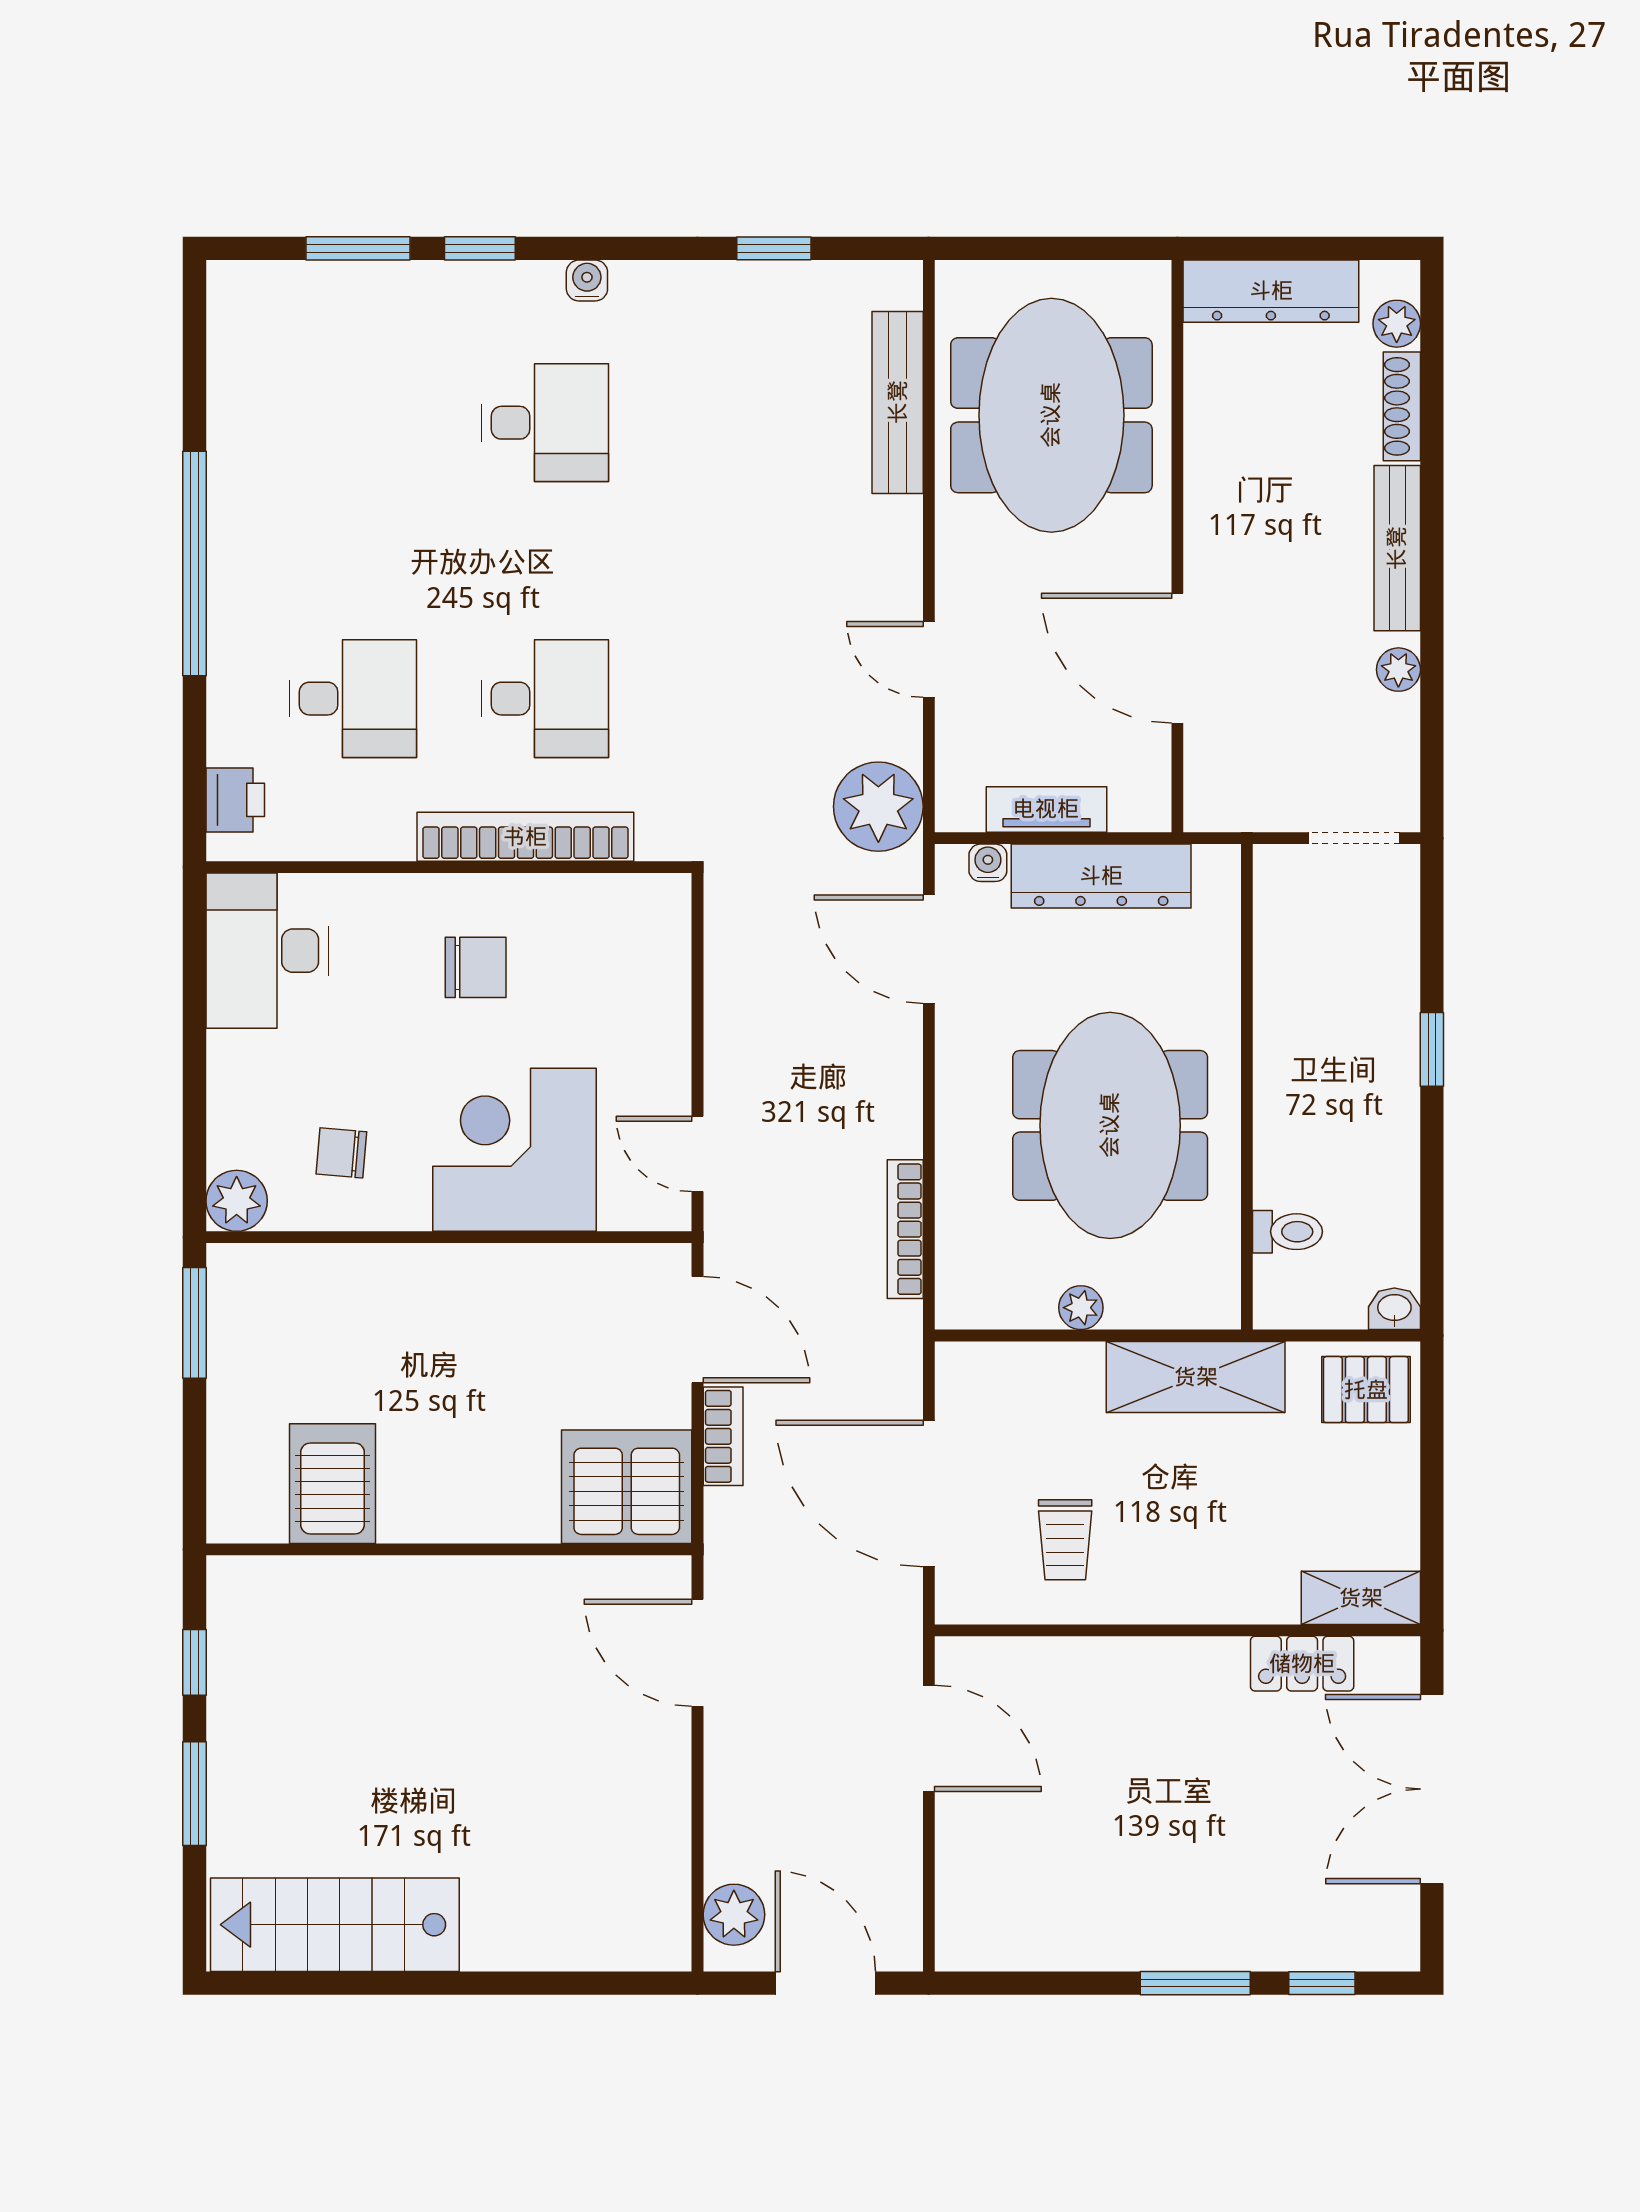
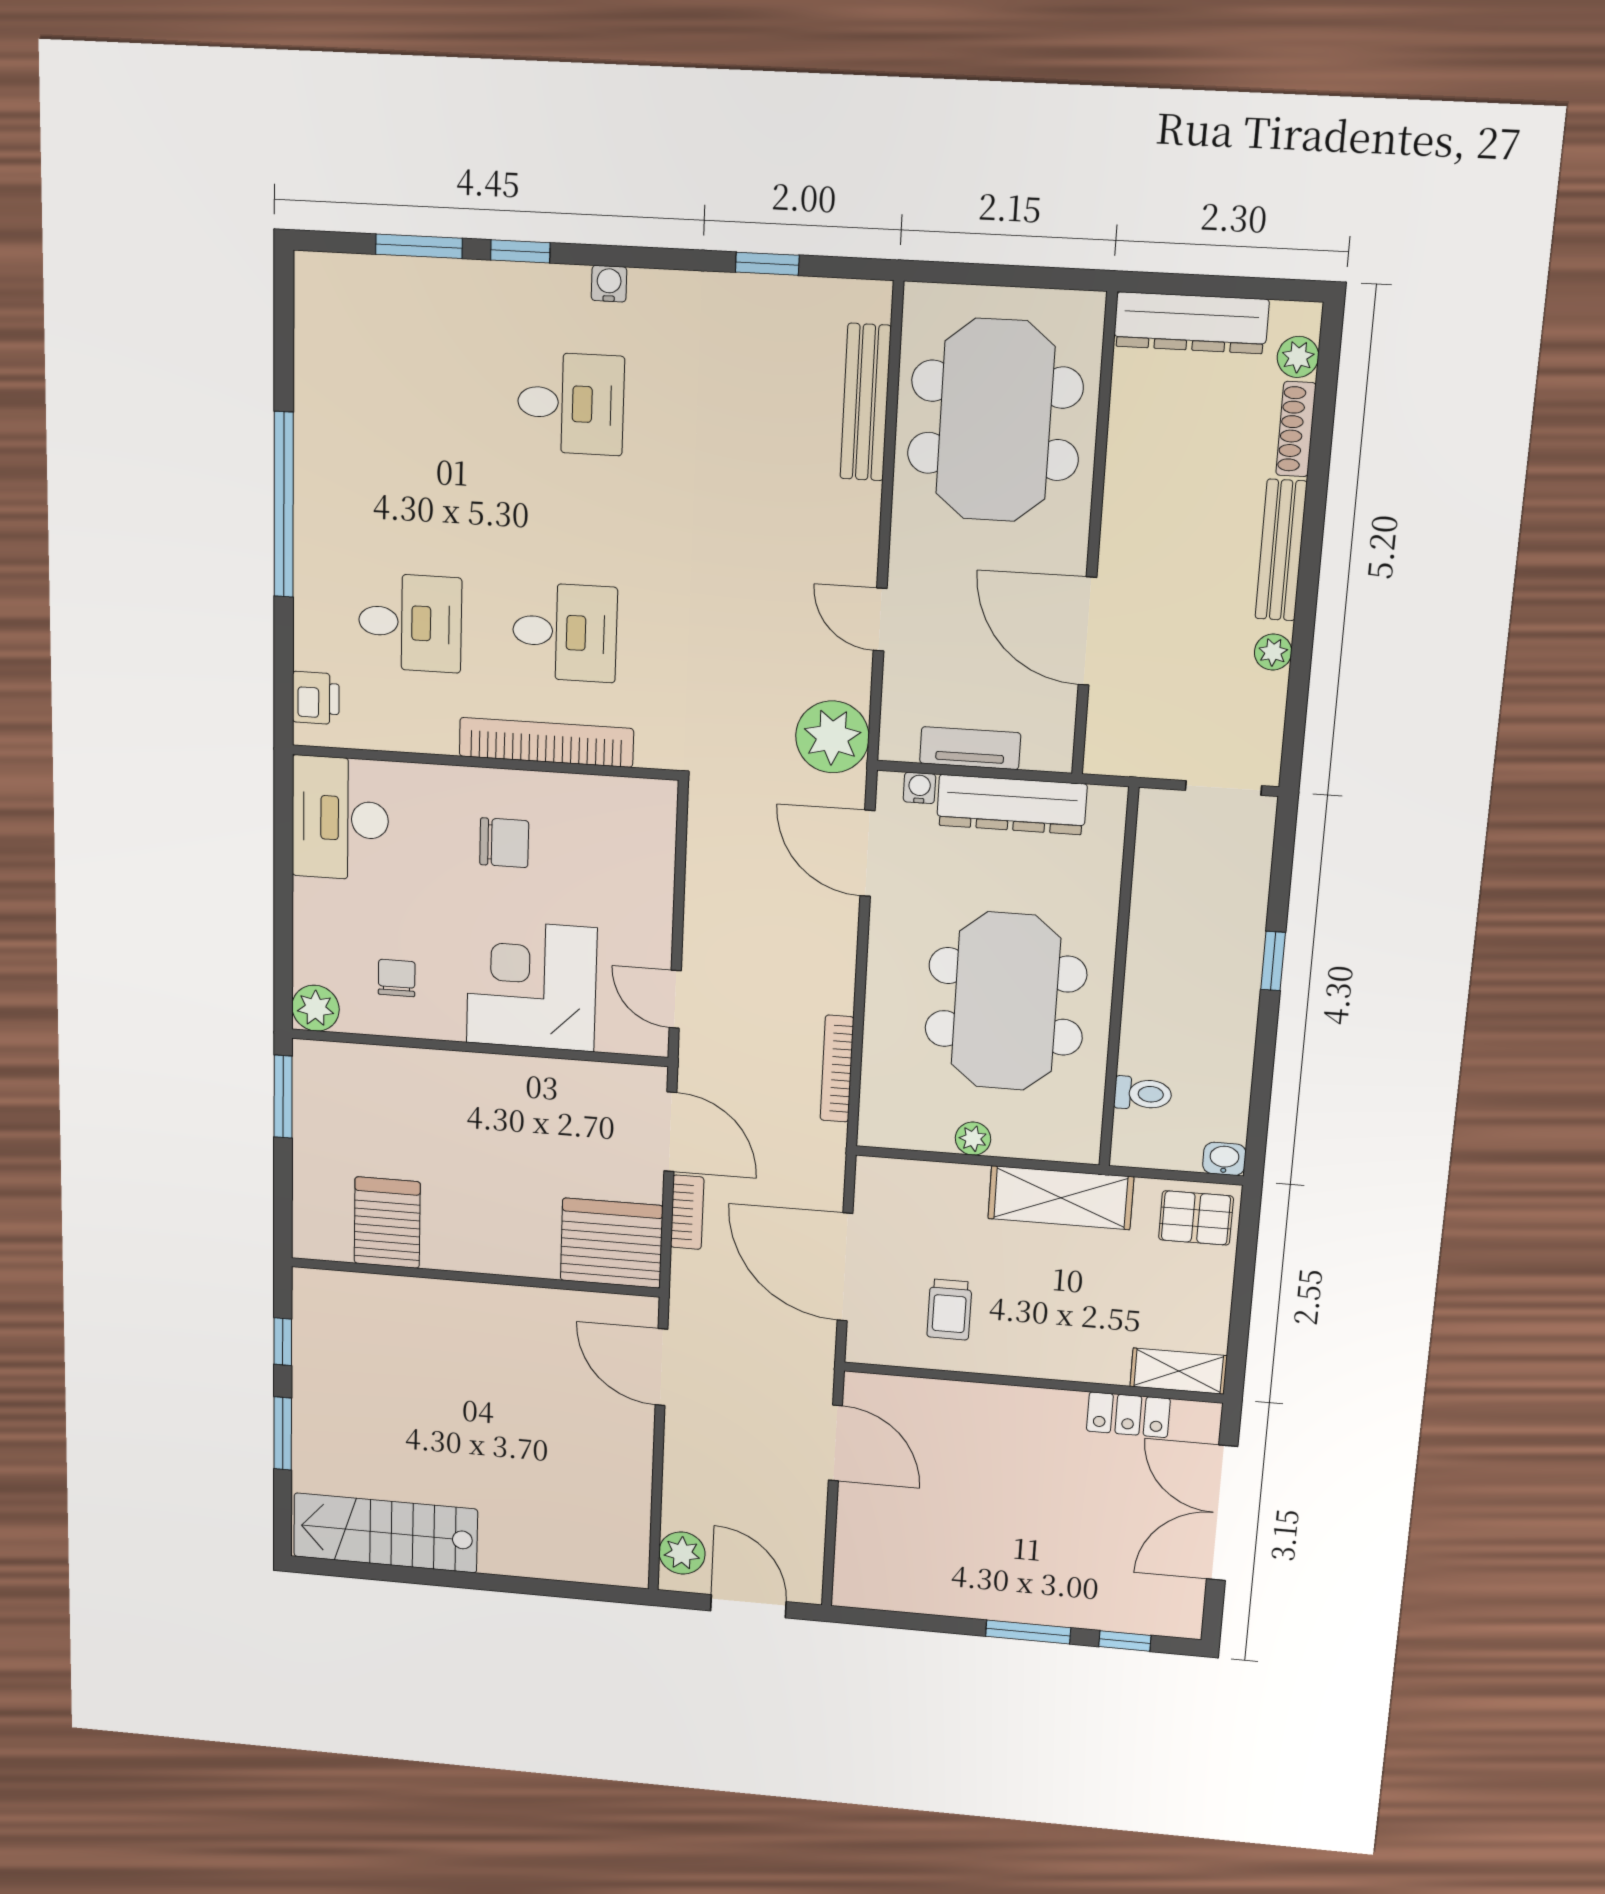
chair: (341, 1153) -> (397, 978), turned 85

